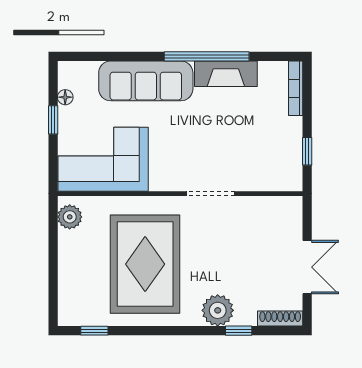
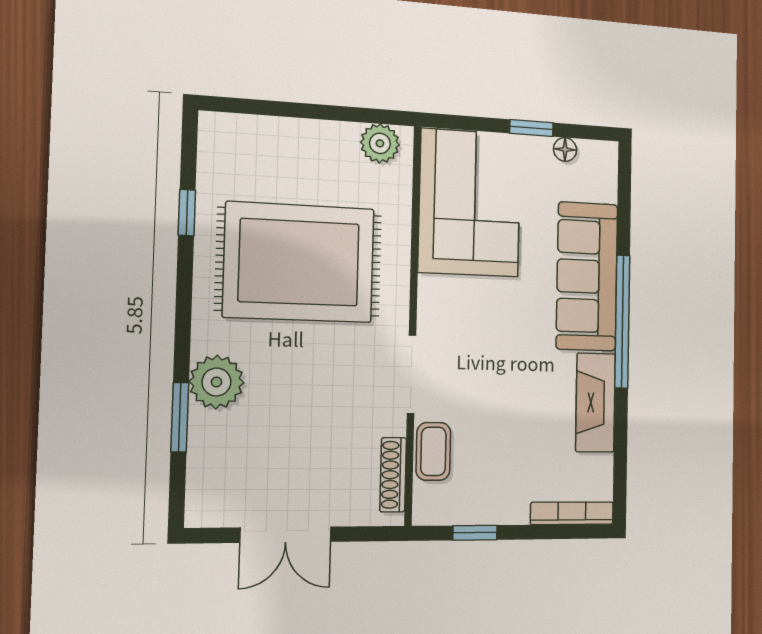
window: (207, 56) -> (622, 322), moved
coffee table: (257, 179) -> (433, 451), added
shoe rack: (280, 319) -> (393, 475), moved, turned 180
window: (94, 331) -> (187, 213), moved
window: (239, 331) -> (180, 417), width x1.50

